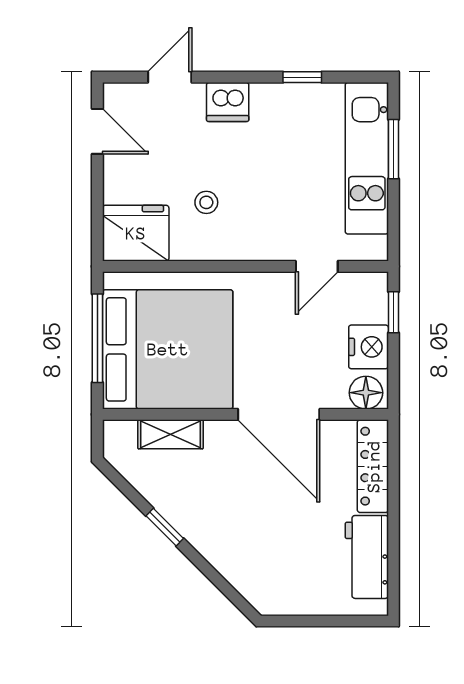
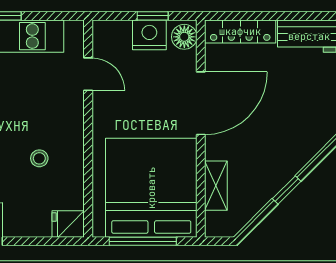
fridge: (136, 233) -> (68, 224), width x0.53, depth x0.75
window: (393, 312) -> (153, 16), moved

